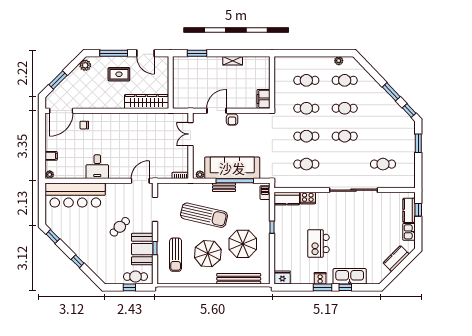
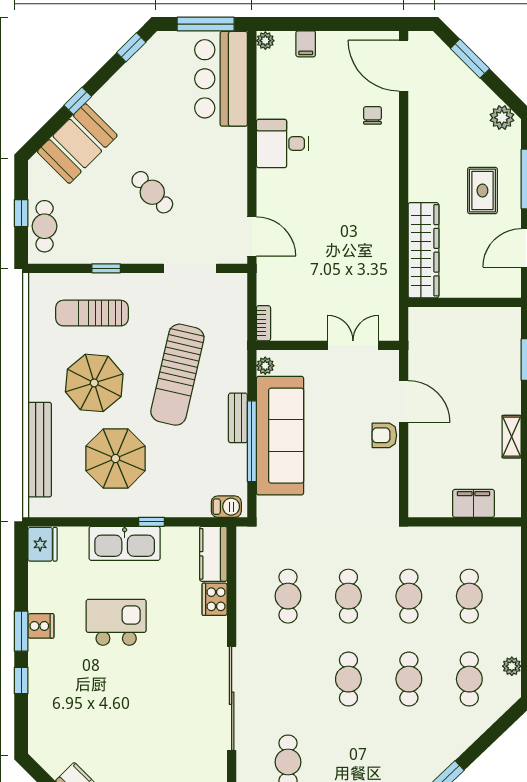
filing cabinet: (263, 99) -> (474, 503), moved
bar counter: (75, 195) -> (221, 79), width x0.73
window: (42, 202) -> (206, 24), added
booth: (142, 249) -> (77, 144), moved, turned -45
kitchen sink: (350, 276) -> (125, 543), moved, turned 90

